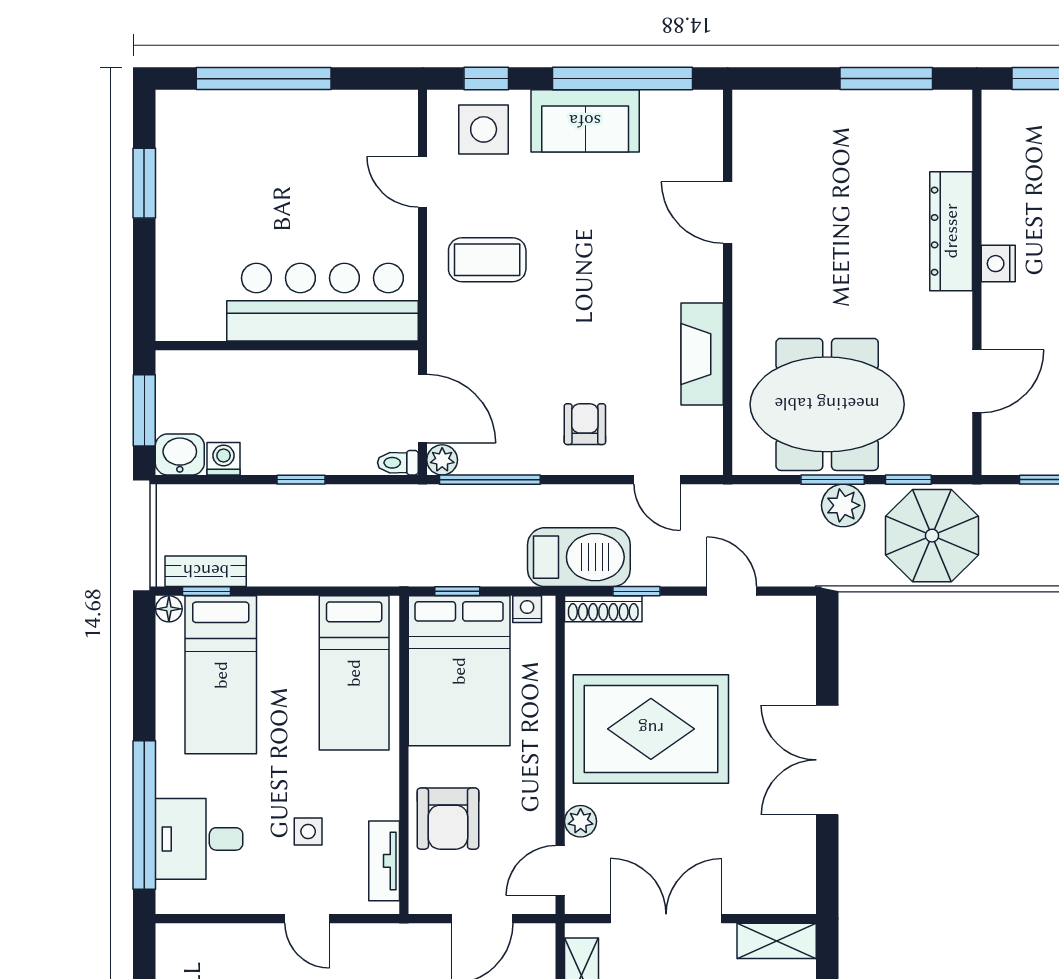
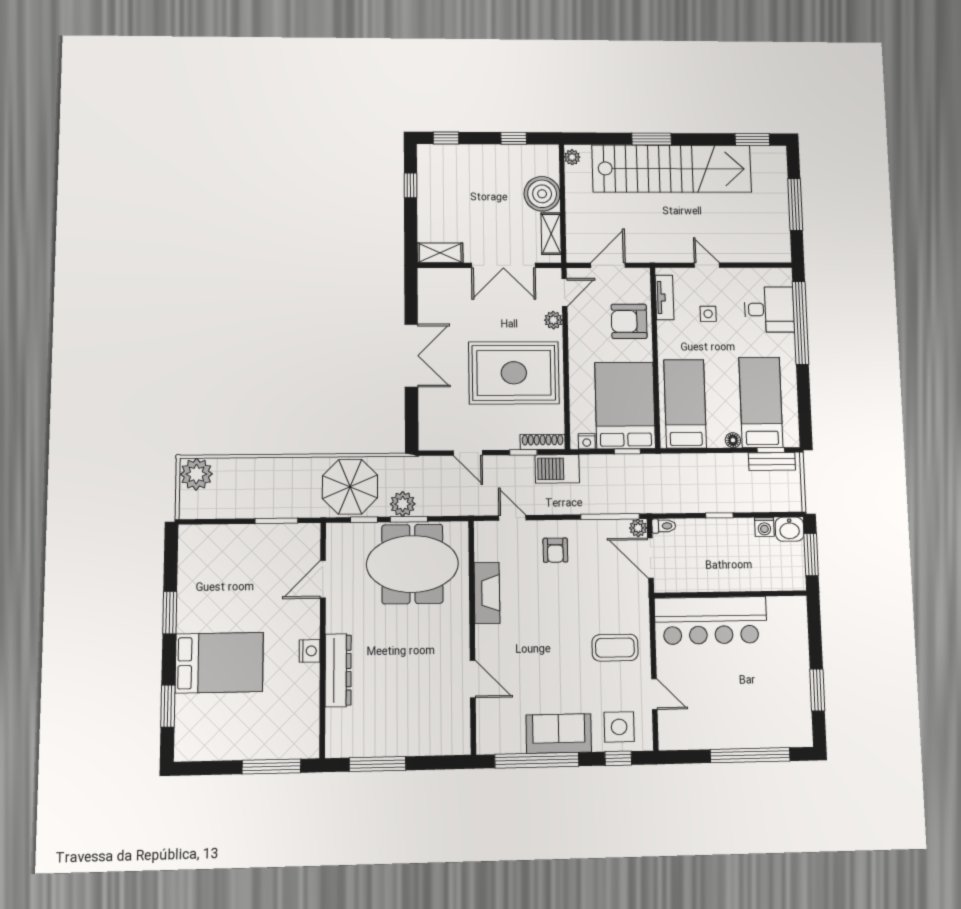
barbecue: (579, 557) -> (557, 469), width x0.73, depth x0.83
floor lamp: (169, 609) -> (733, 440), moved
armchair: (448, 819) -> (629, 321), turned -90

